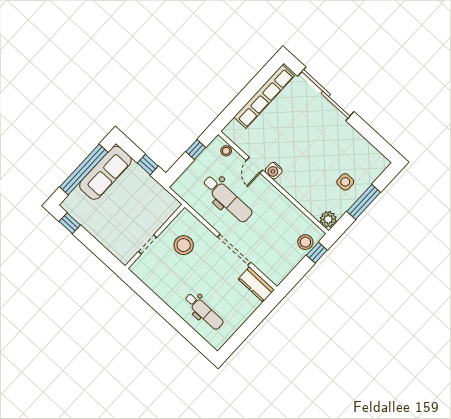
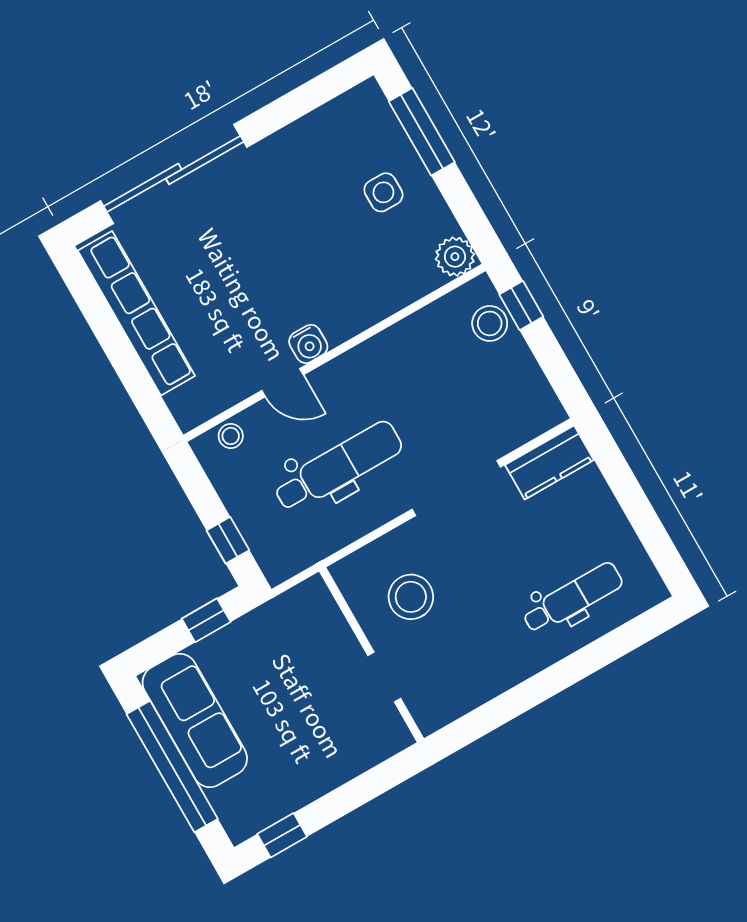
window: (196, 150) -> (228, 540), moved
window: (364, 202) -> (422, 132), moved

